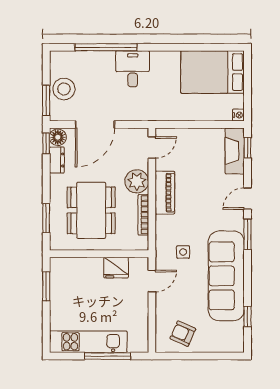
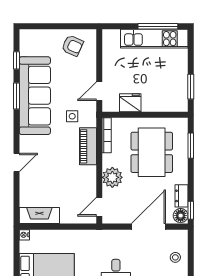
stool: (64, 89) -> (175, 257), width x0.53, depth x0.53
window: (46, 100) -> (191, 247), removed
window: (248, 148) -> (16, 207), removed
fireplace: (235, 151) -> (39, 216), moved, turned -90
piano: (165, 193) -> (88, 146), moved
bookcase: (143, 215) -> (107, 135), moved
window: (248, 234) -> (16, 96), moved
window: (107, 356) -> (158, 26), moved

